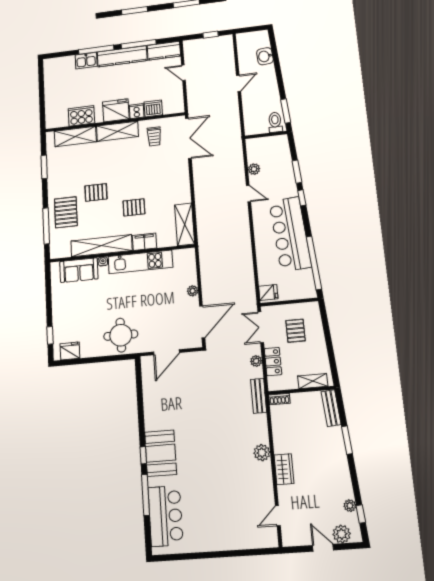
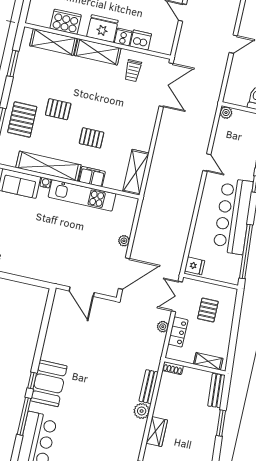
plant: (254, 169) -> (226, 113), moved
round table: (121, 335) -> (43, 261), removed
door: (167, 352) -> (82, 292), hinge flipped
bench: (259, 396) -> (149, 387), moved

